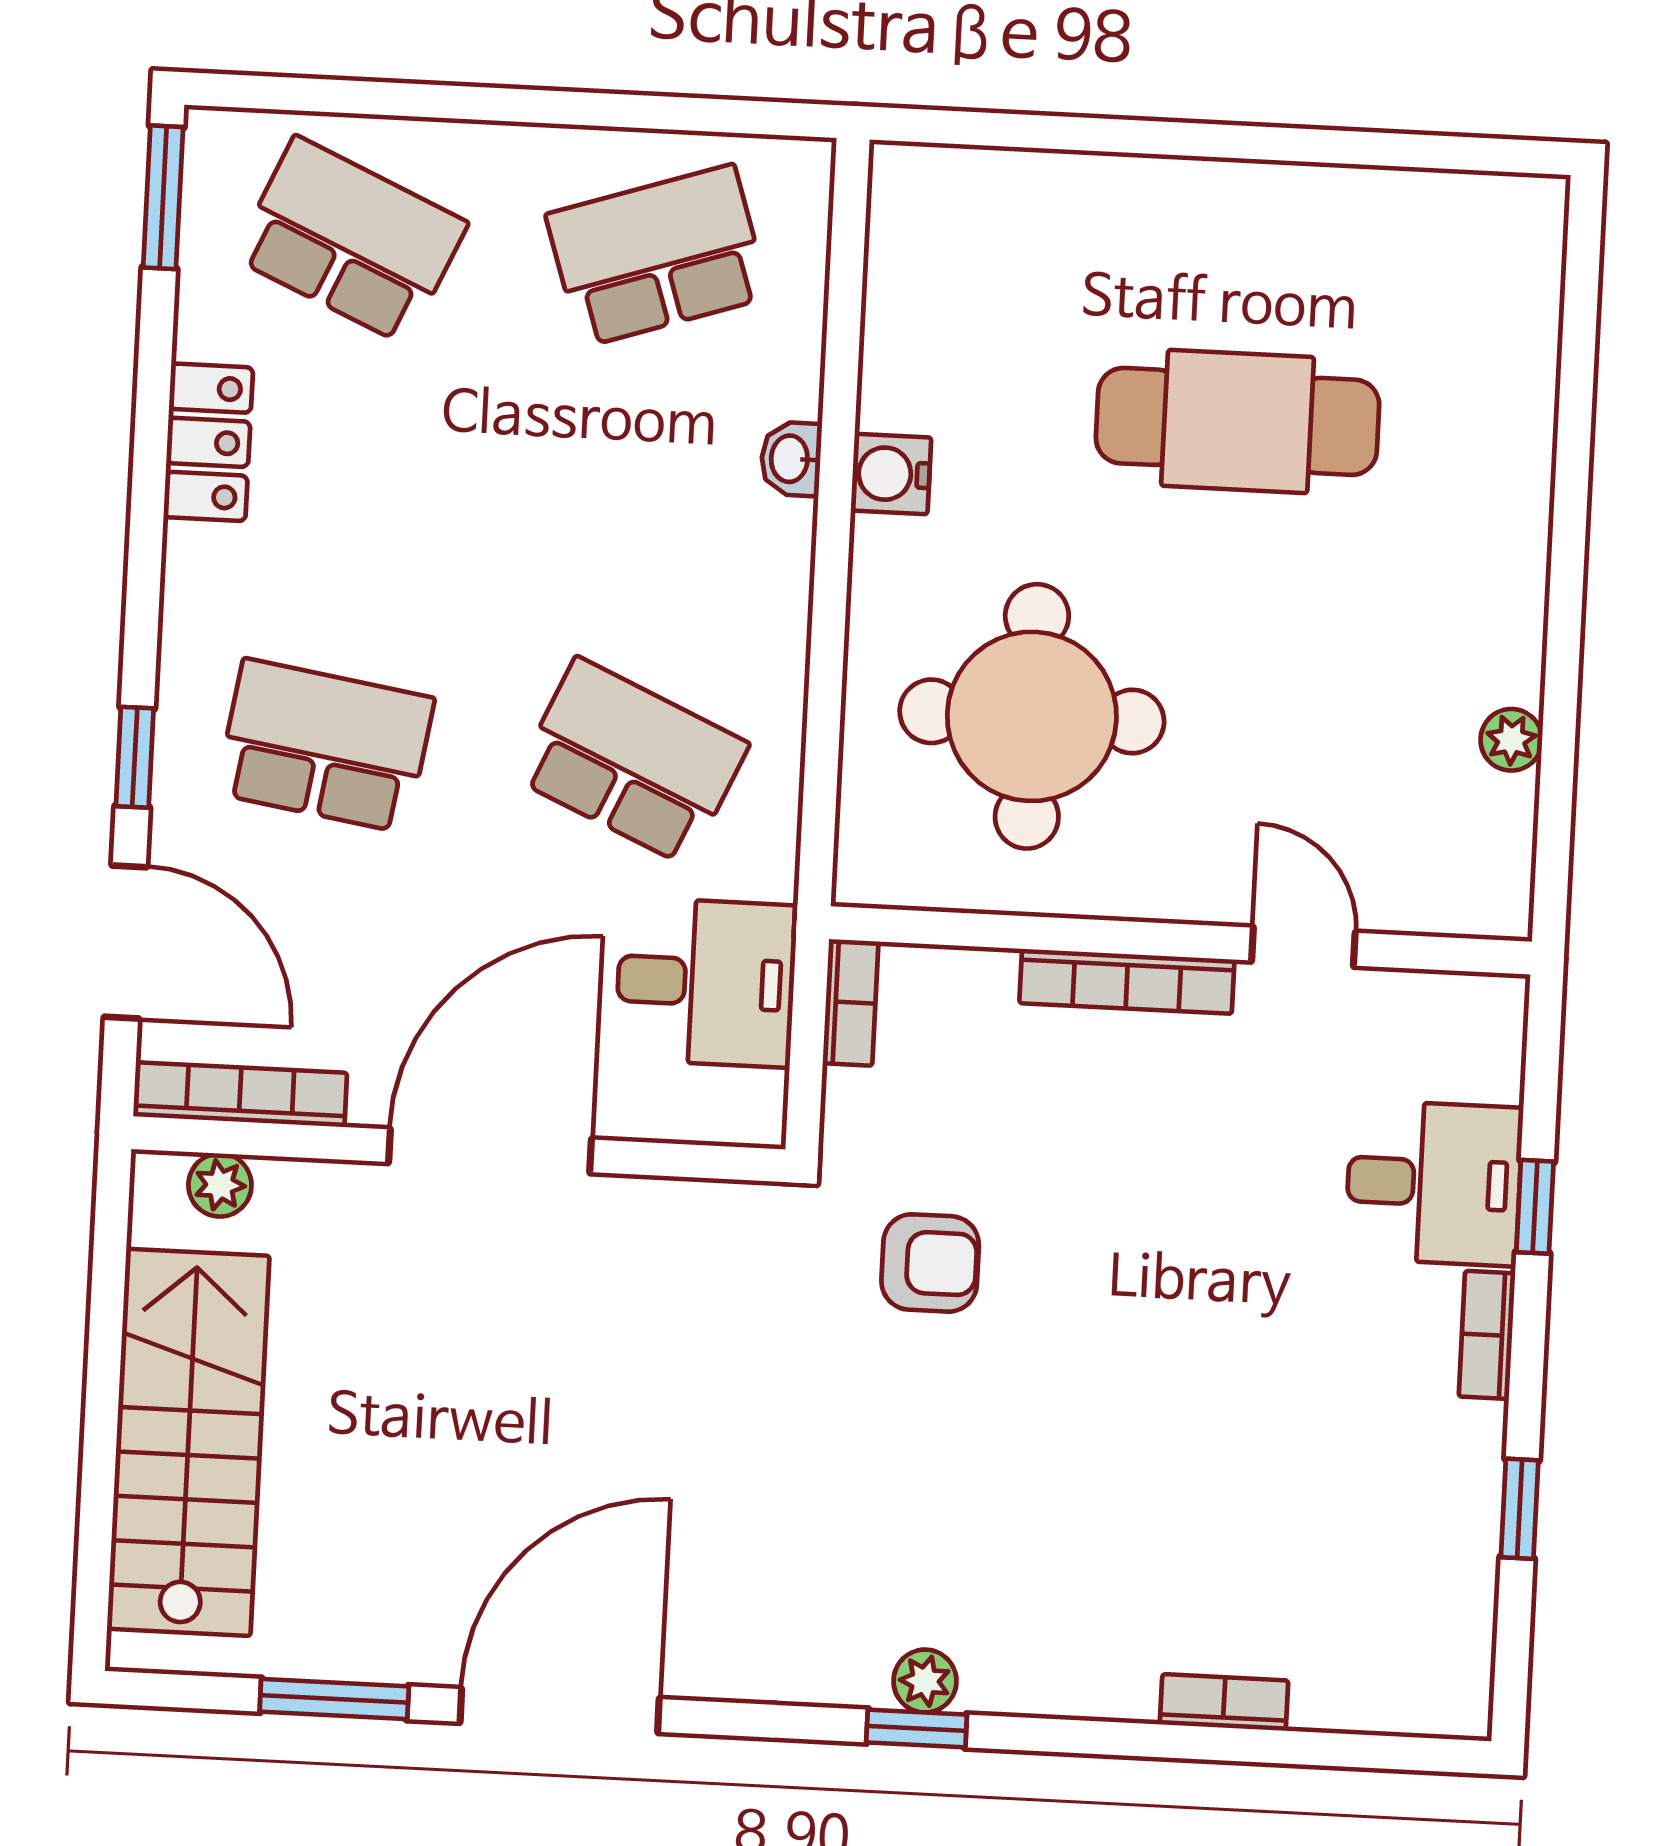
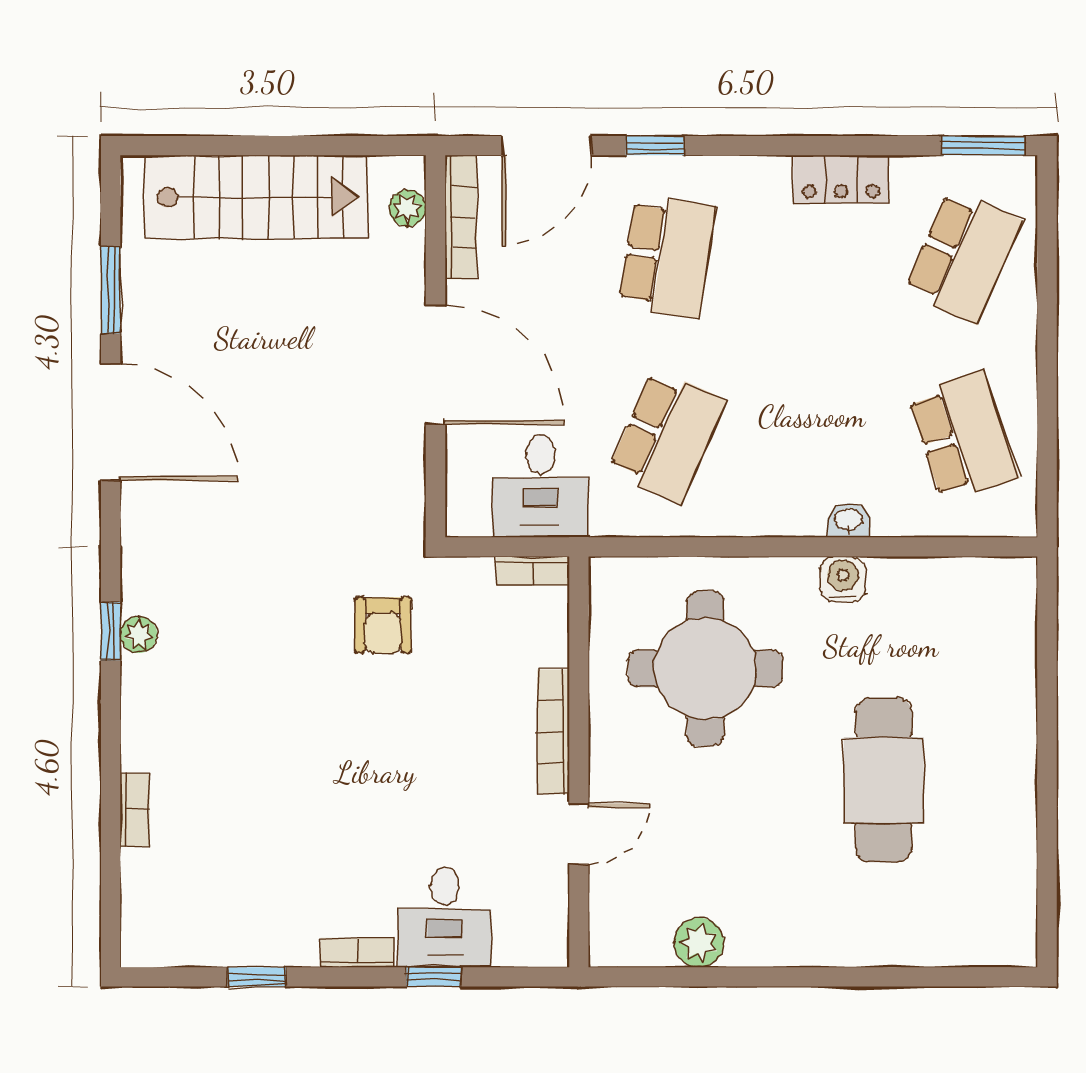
plant: (1511, 740) -> (699, 943), width x1.38, depth x1.38

